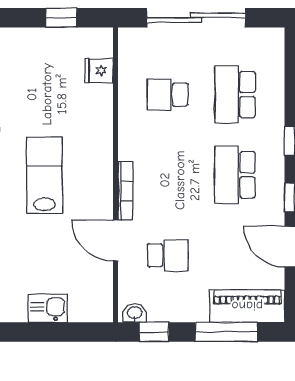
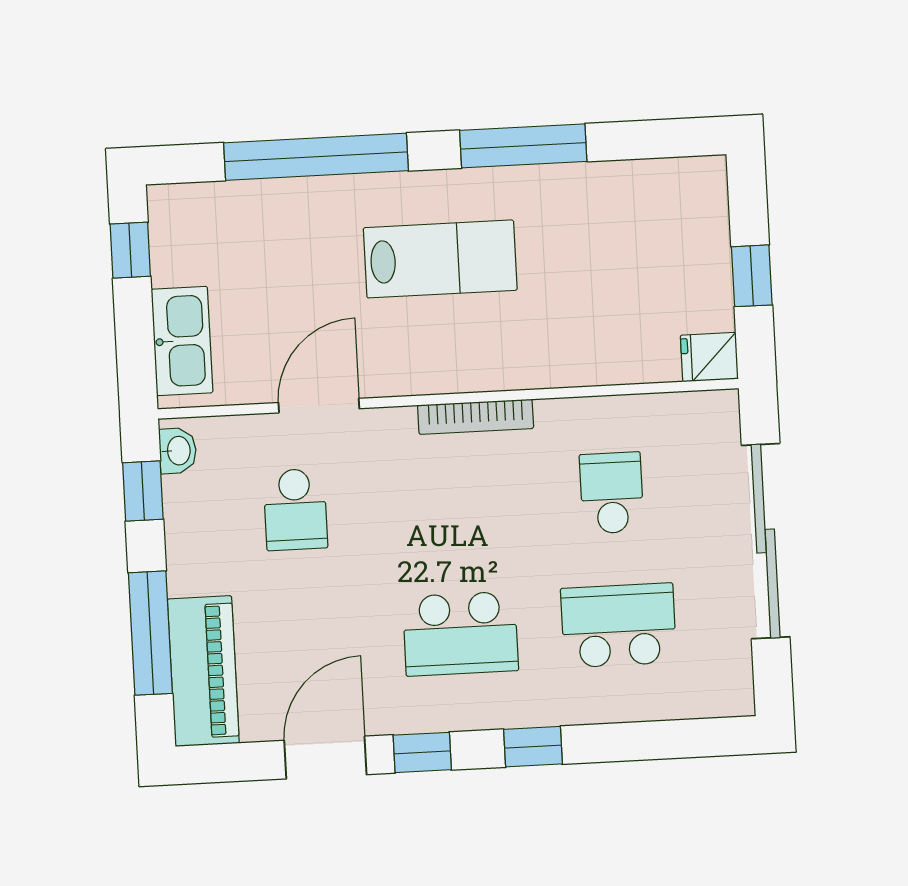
fridge: (99, 71) -> (709, 357), moved, turned -90
school desk: (235, 175) -> (460, 634), turned 180
bookcase: (125, 191) -> (476, 417), moved
kitchen sink: (48, 308) -> (182, 341), moved, width x1.38
window: (32, 332) -> (130, 250), added

